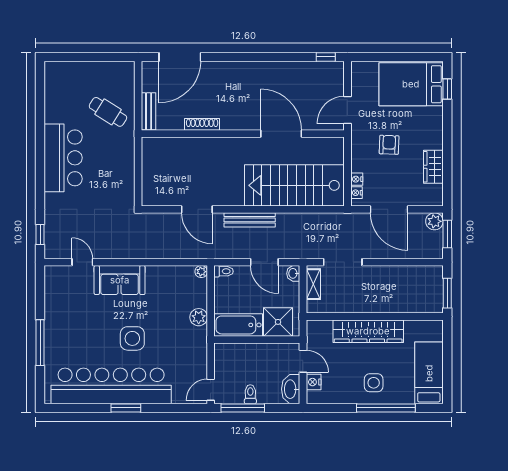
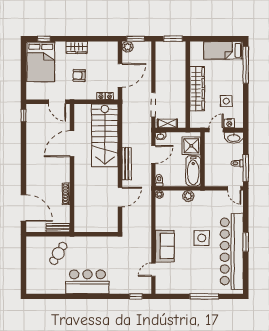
wardrobe: (433, 167) -> (77, 47), moved
side table: (374, 383) -> (226, 101), moved
window: (386, 408) -> (246, 65), moved

